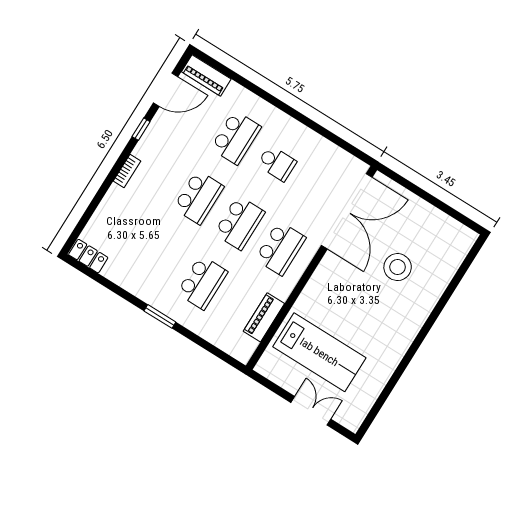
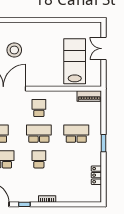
school desk: (199, 197) -> (39, 159), width x0.54
school desk: (280, 248) -> (39, 108), width x0.54
locker: (88, 256) -> (96, 175), moved
piano: (264, 317) -> (89, 96), moved

